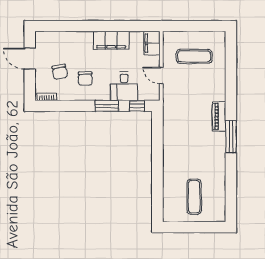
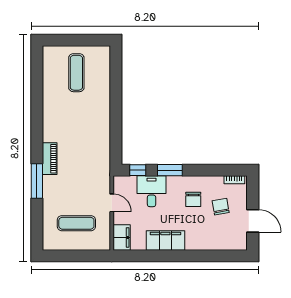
chair: (85, 79) -> (193, 199), turned 180
window: (231, 137) -> (37, 181), moved

